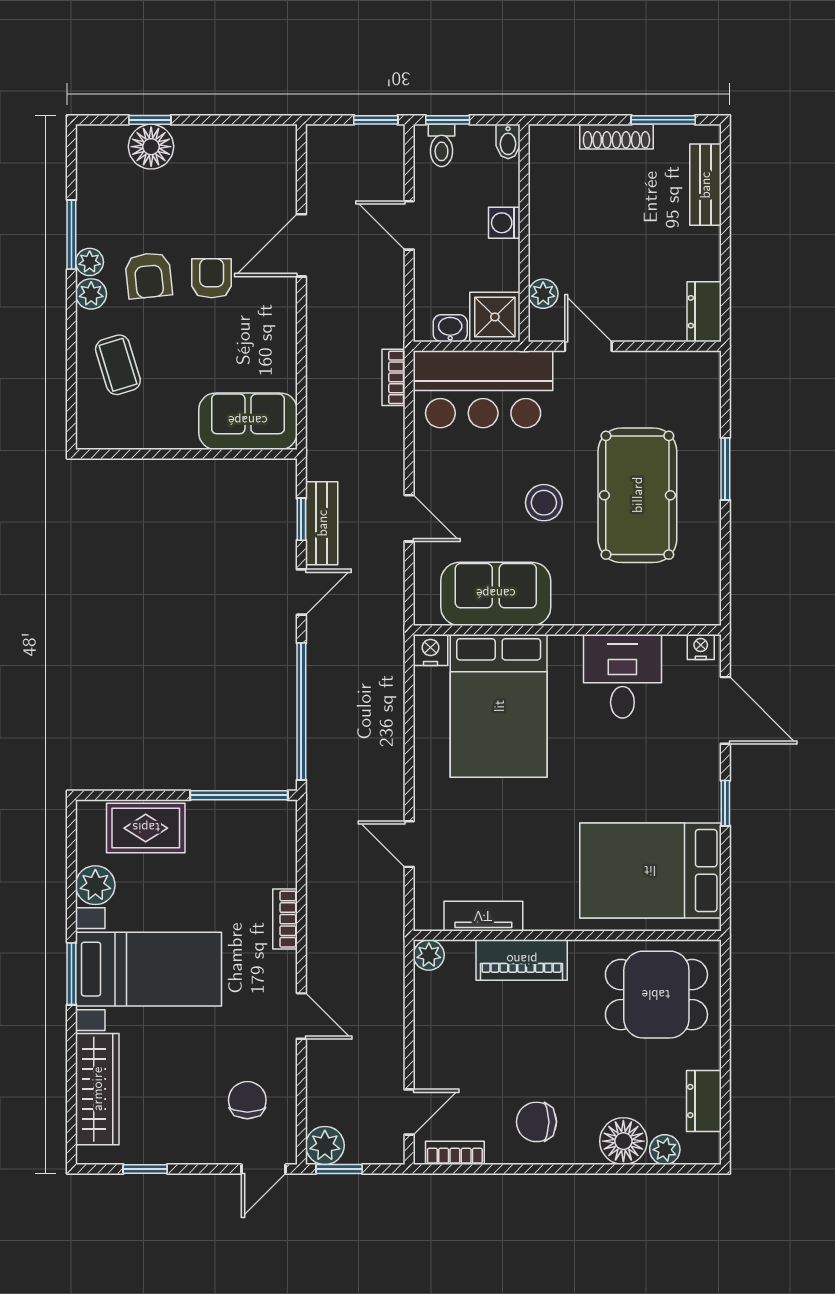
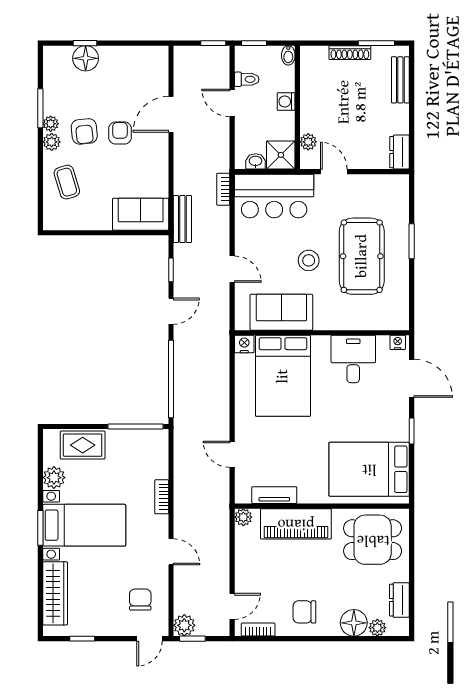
toilet: (441, 145) -> (247, 79), moved, turned -90
bench: (322, 523) -> (182, 219), moved
piano: (522, 960) -> (296, 524), width x1.37, depth x1.33

